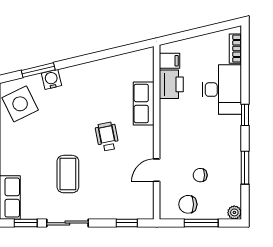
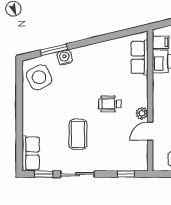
row of seats: (144, 103) -> (140, 58), moved
wheelchair: (107, 137) -> (110, 104), turned -79
plant: (146, 148) -> (142, 113), added

